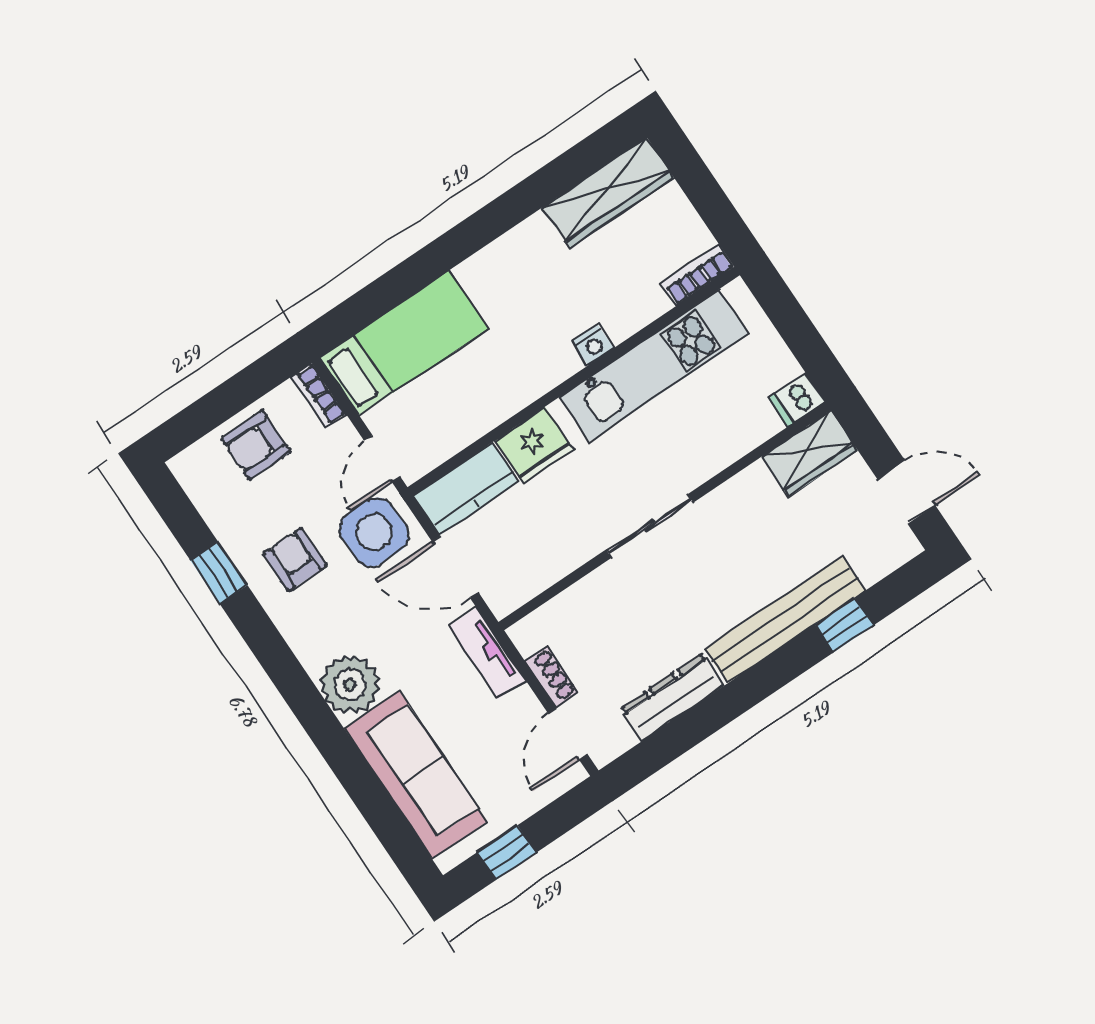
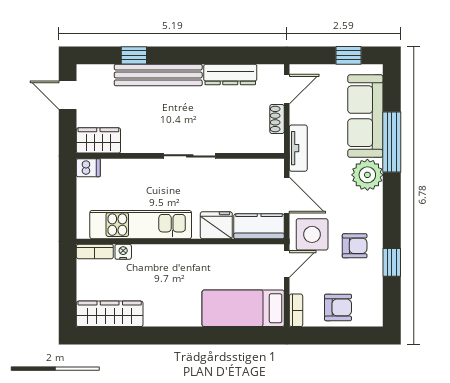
nightstand: (593, 345) -> (123, 252), moved
armchair: (295, 559) -> (355, 246), turned -90
window: (347, 762) -> (392, 142), added

